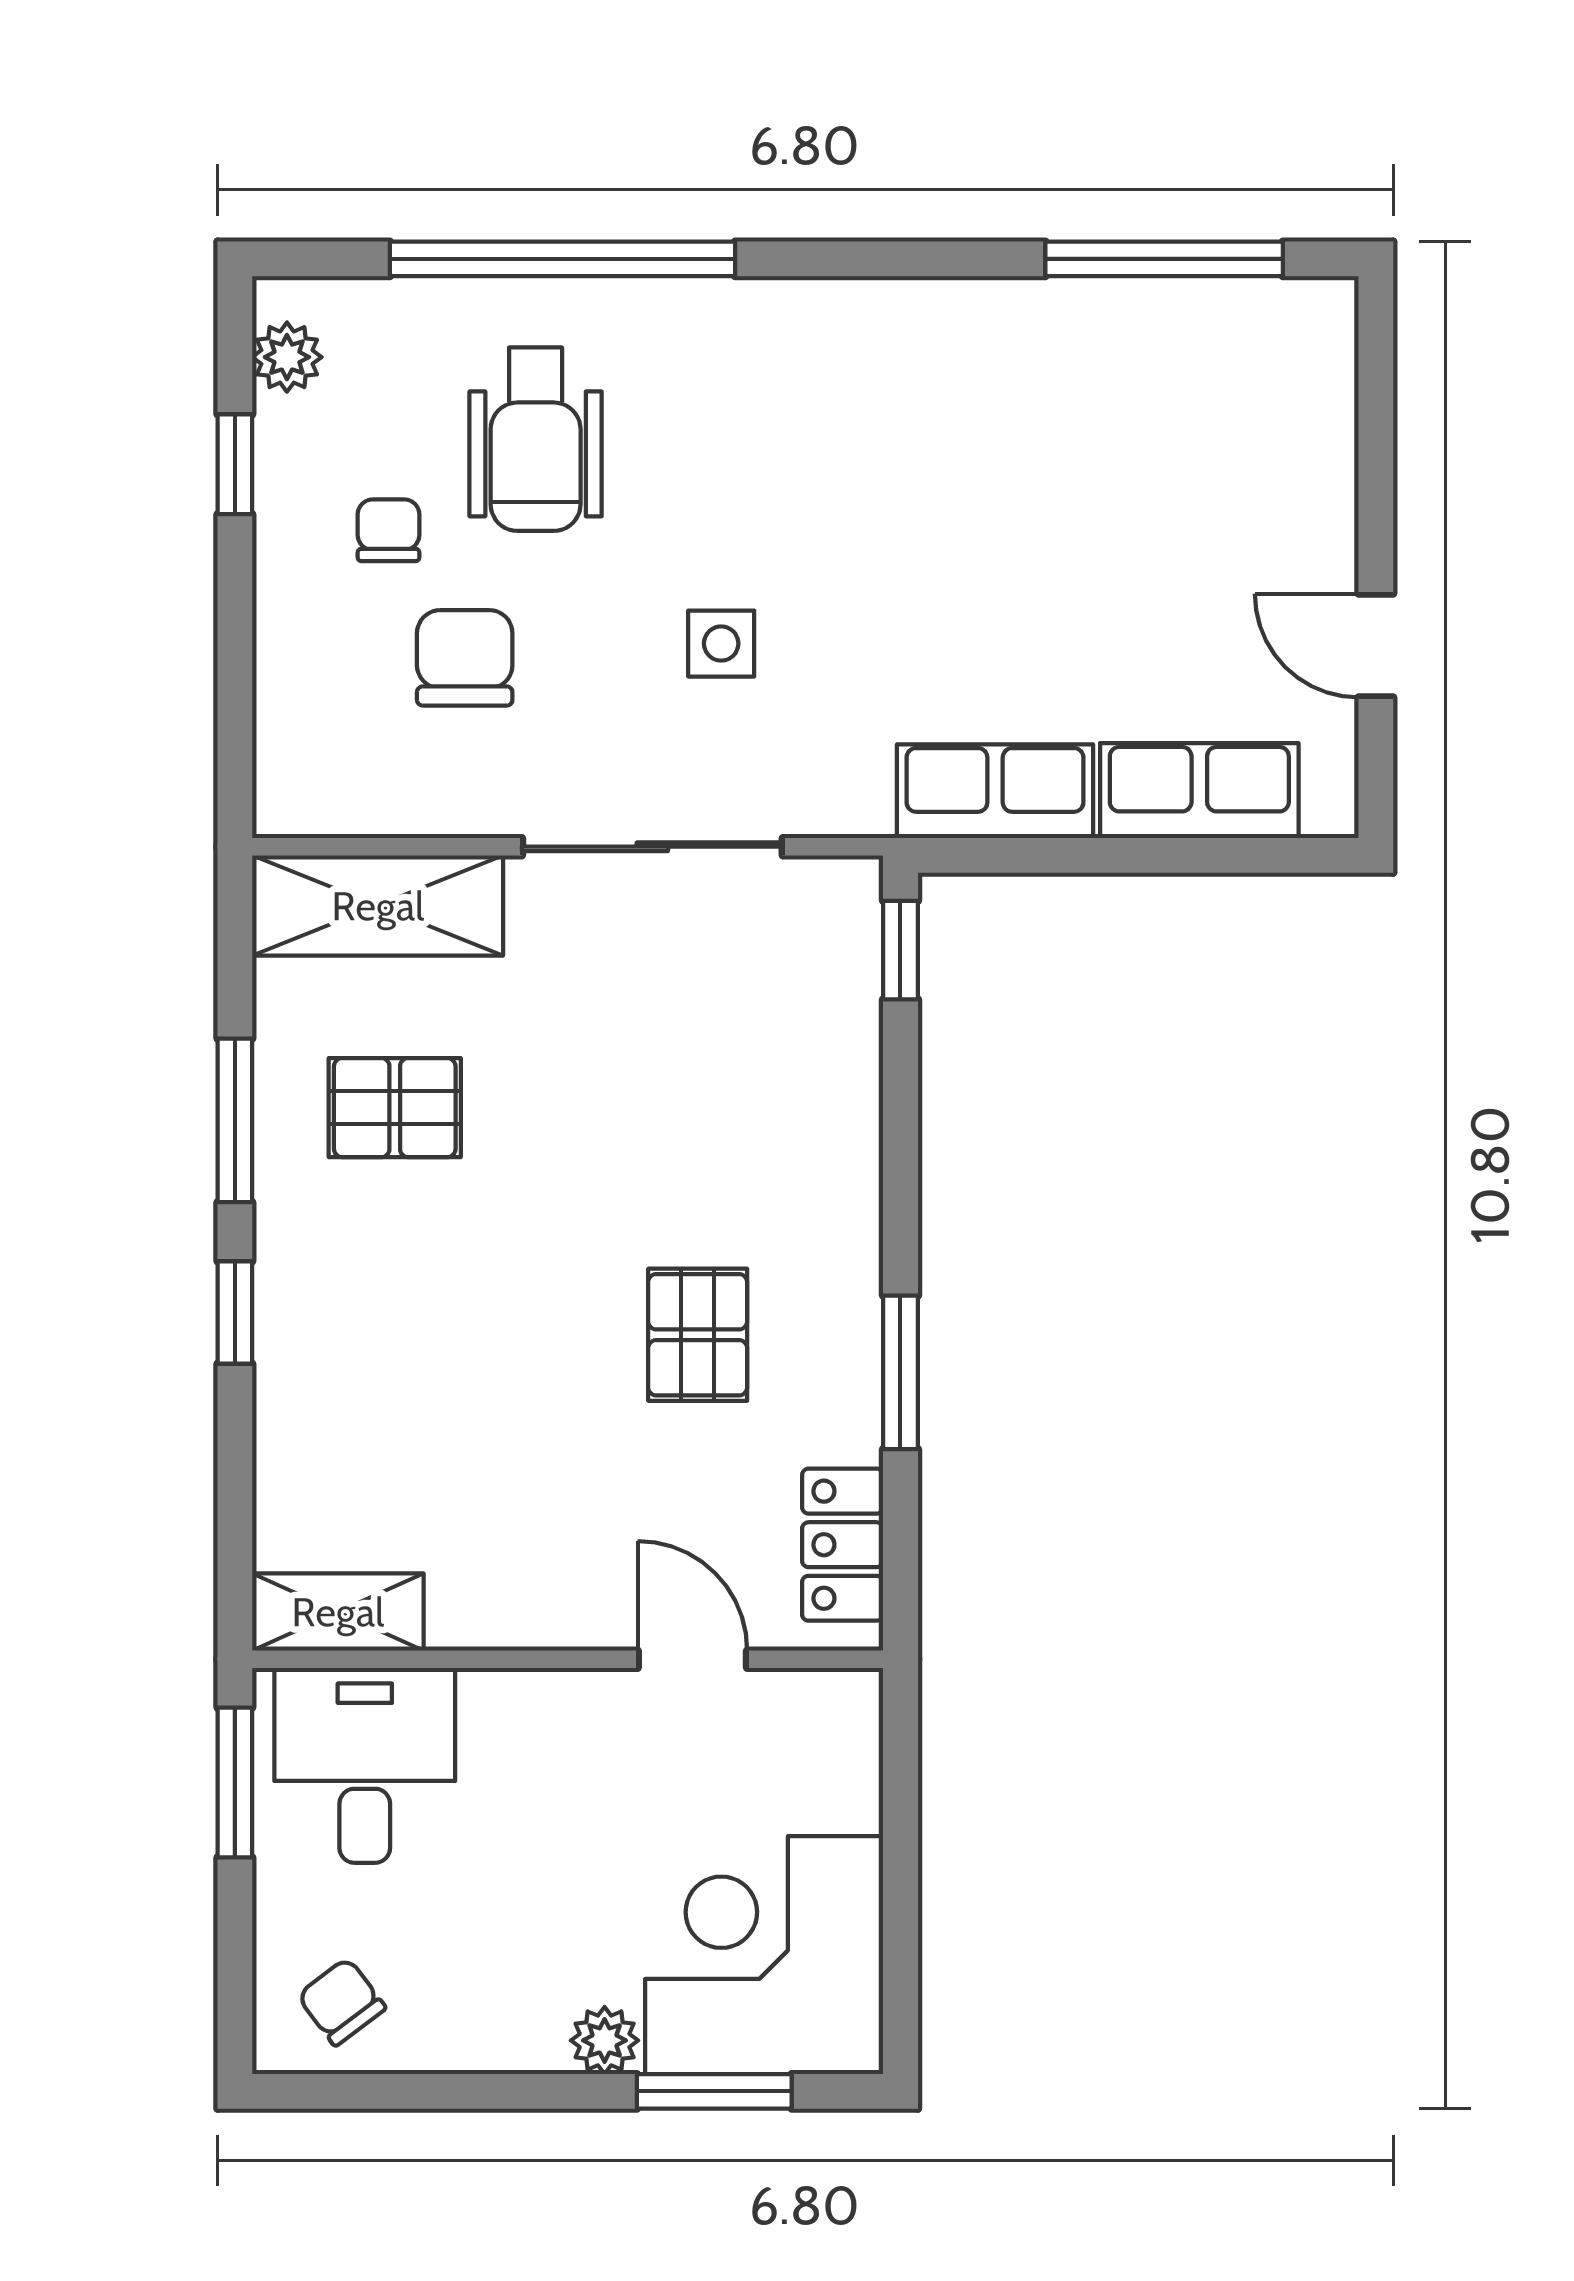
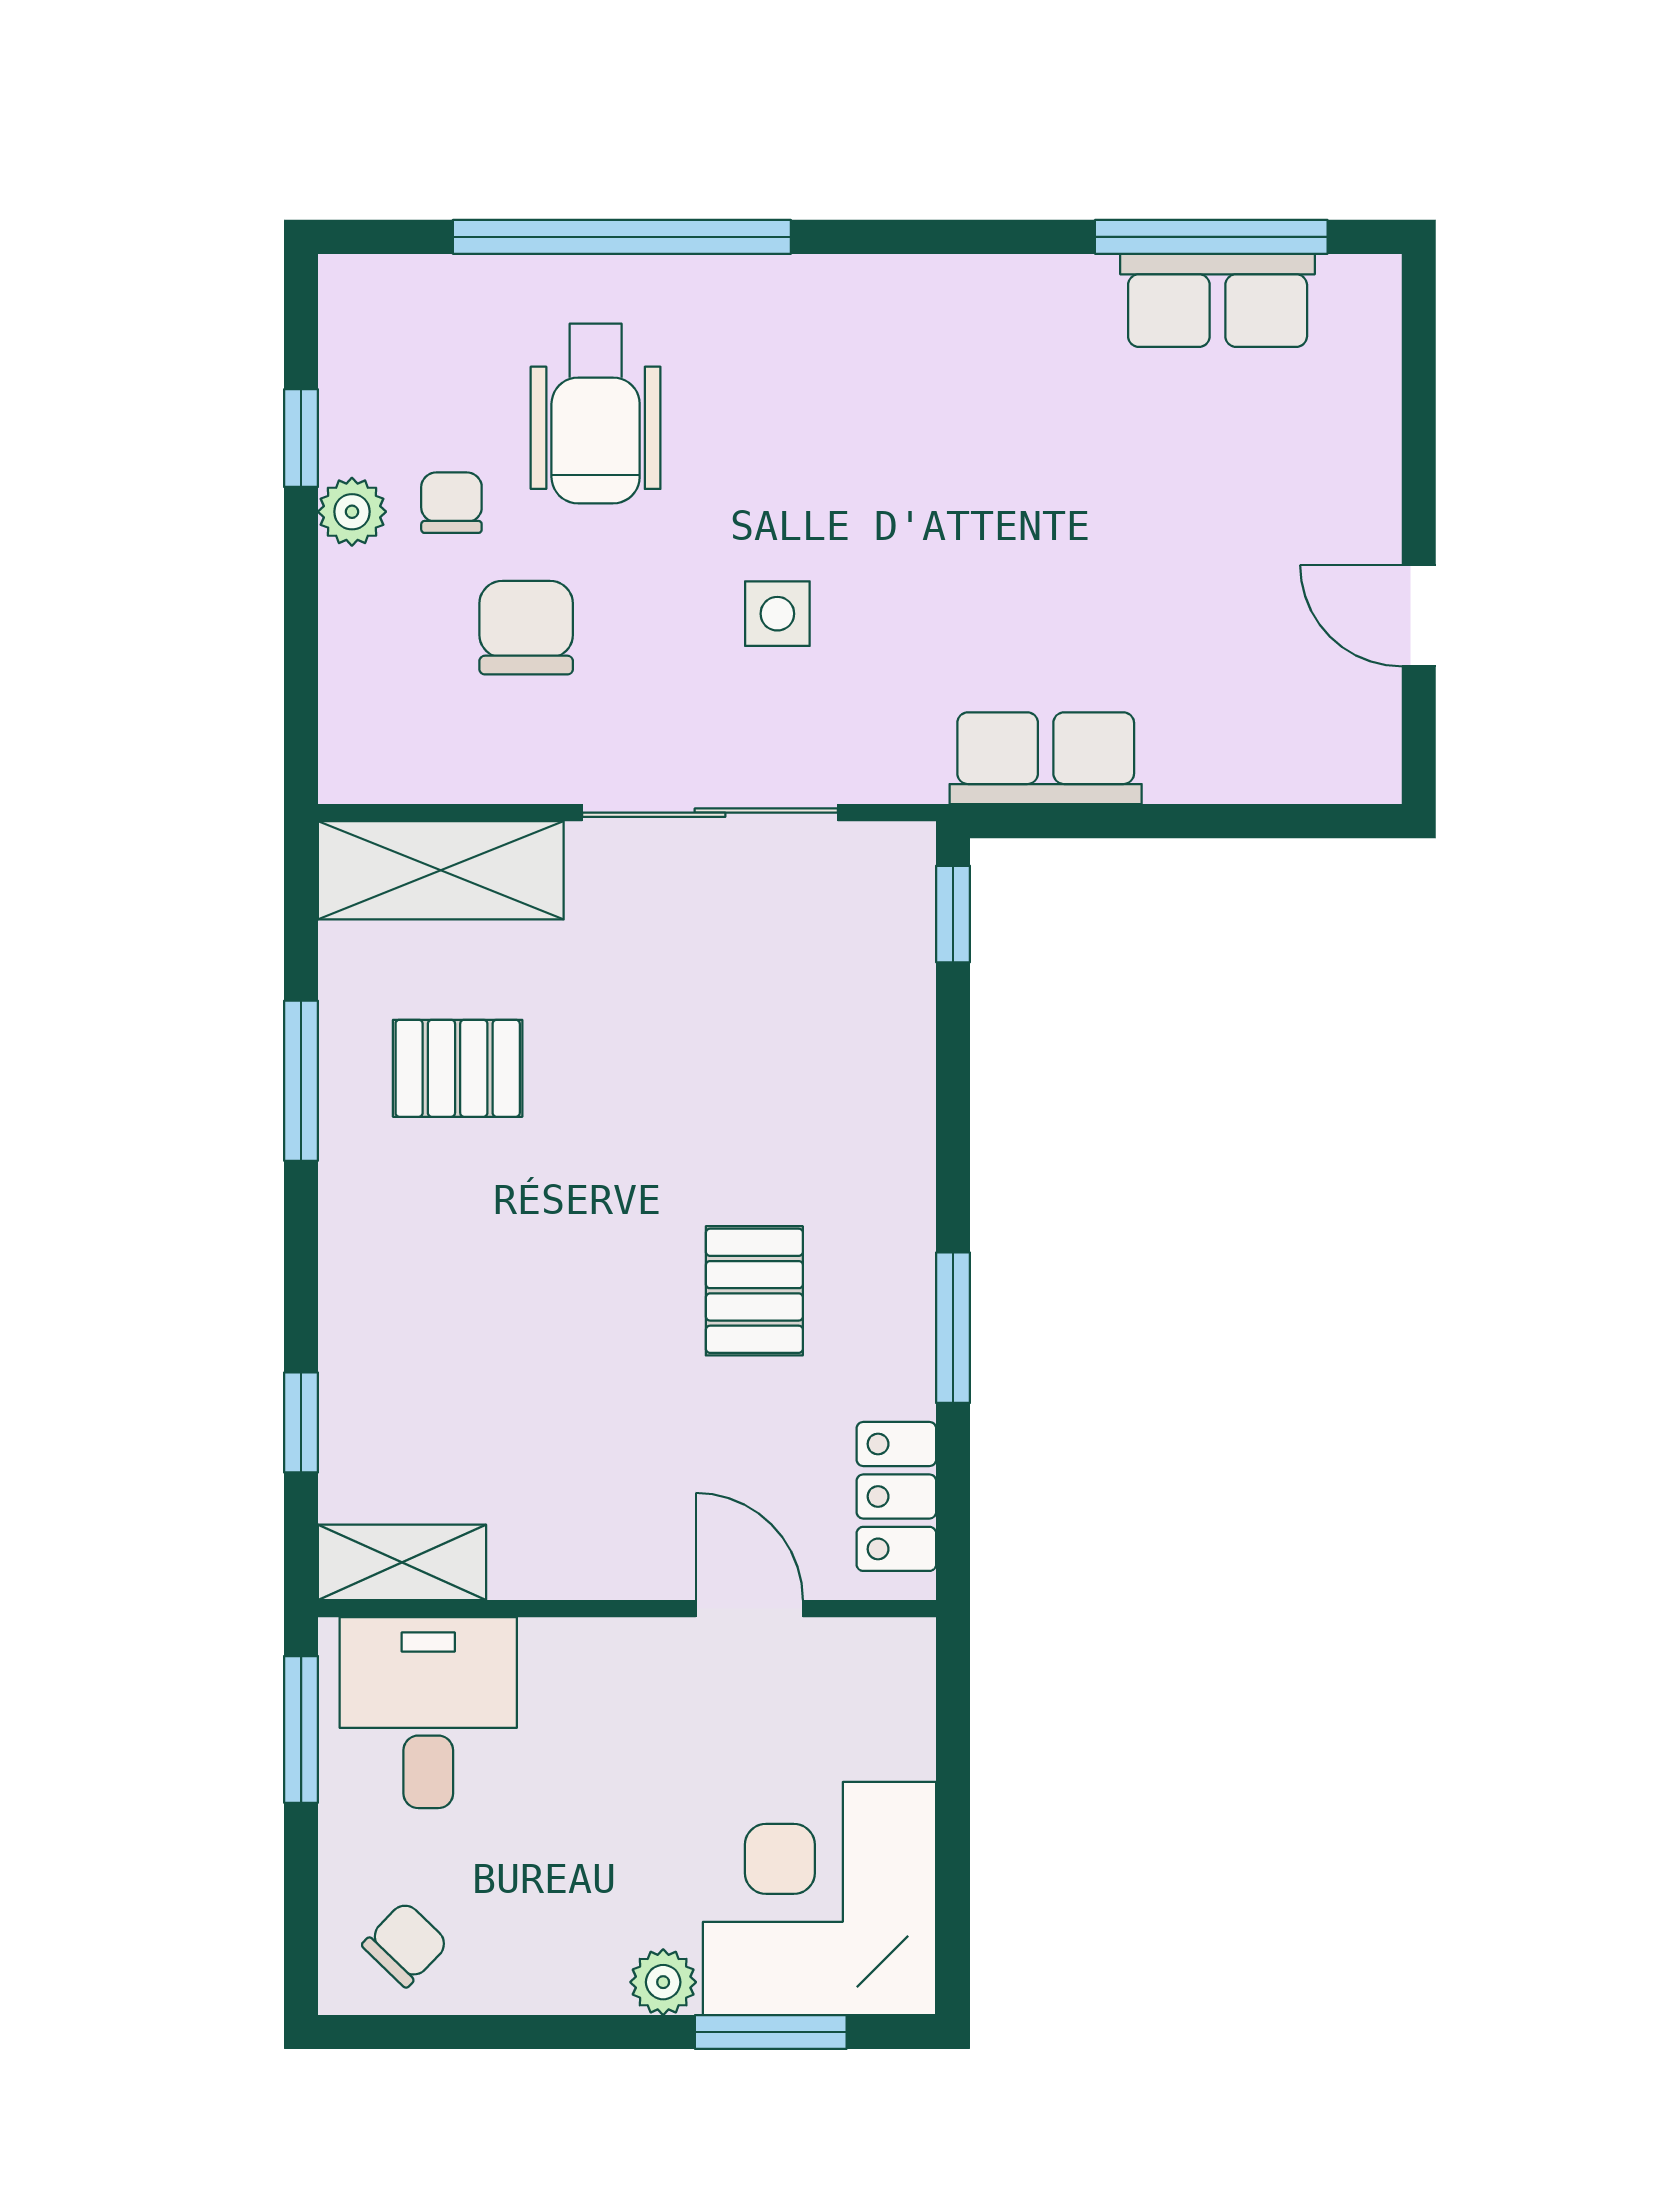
plant: (287, 357) -> (352, 512), moved
row of seats: (1199, 791) -> (1218, 300), moved, turned 180
window: (235, 1312) -> (301, 1422), moved
chair: (341, 2002) -> (405, 1944), turned 81

